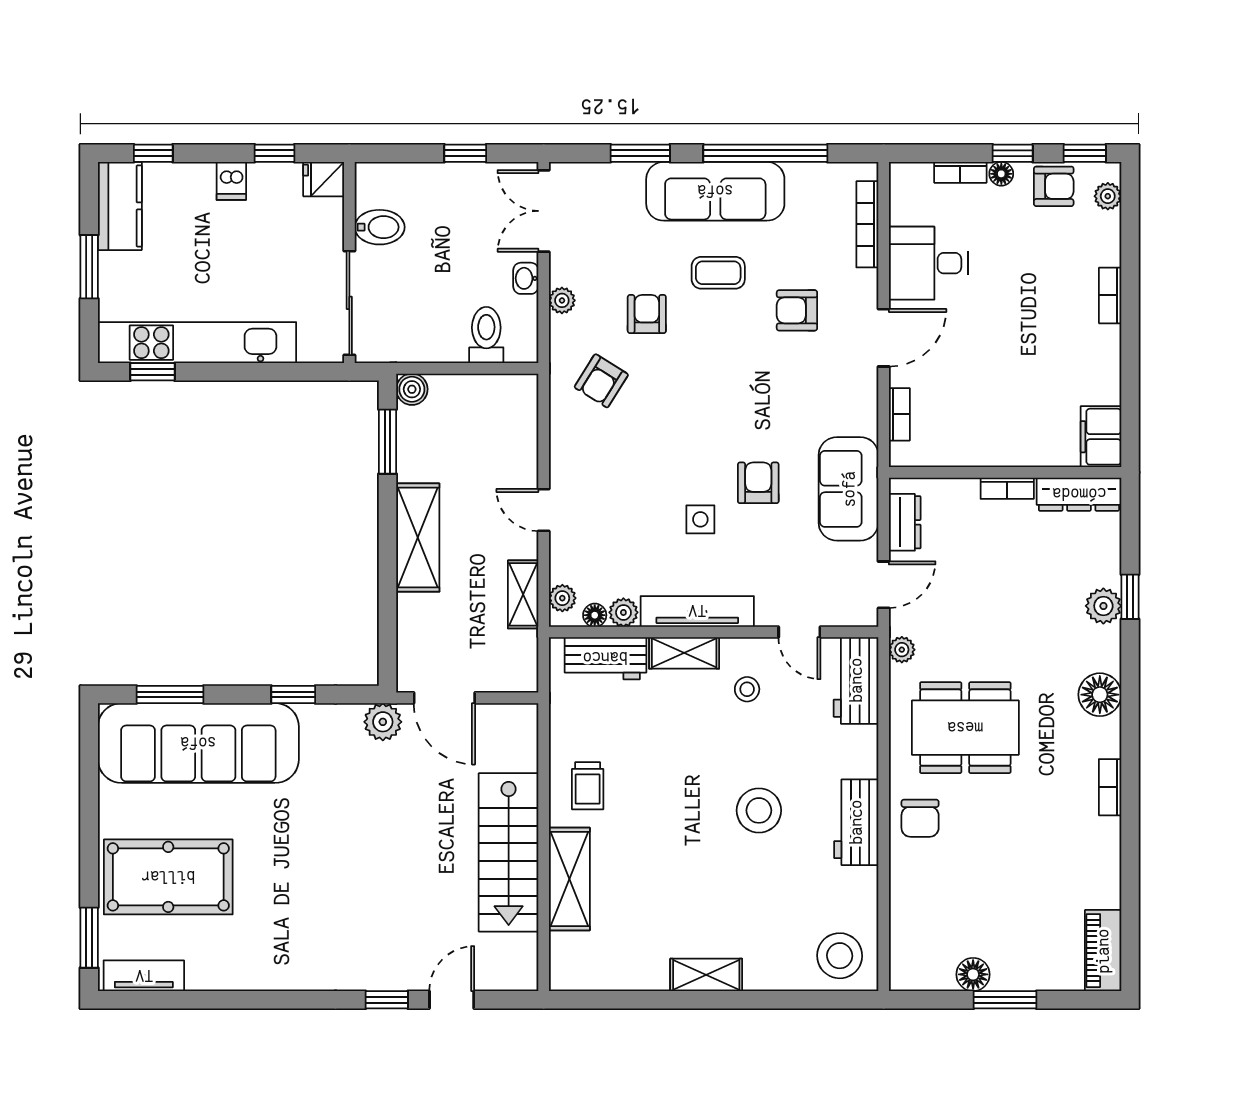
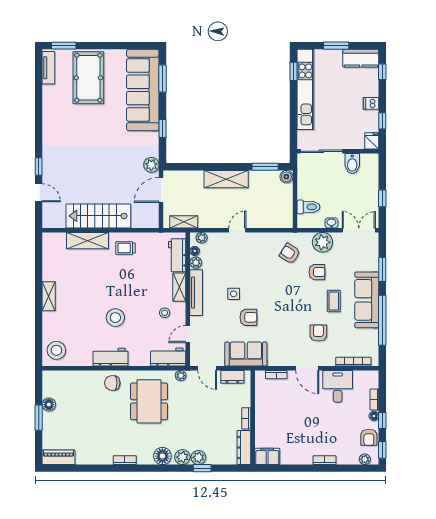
plant: (562, 300) -> (322, 242), width x1.87, depth x1.87
shelving: (523, 594) -> (184, 222), moved
plant: (1103, 645) -> (182, 457), added

